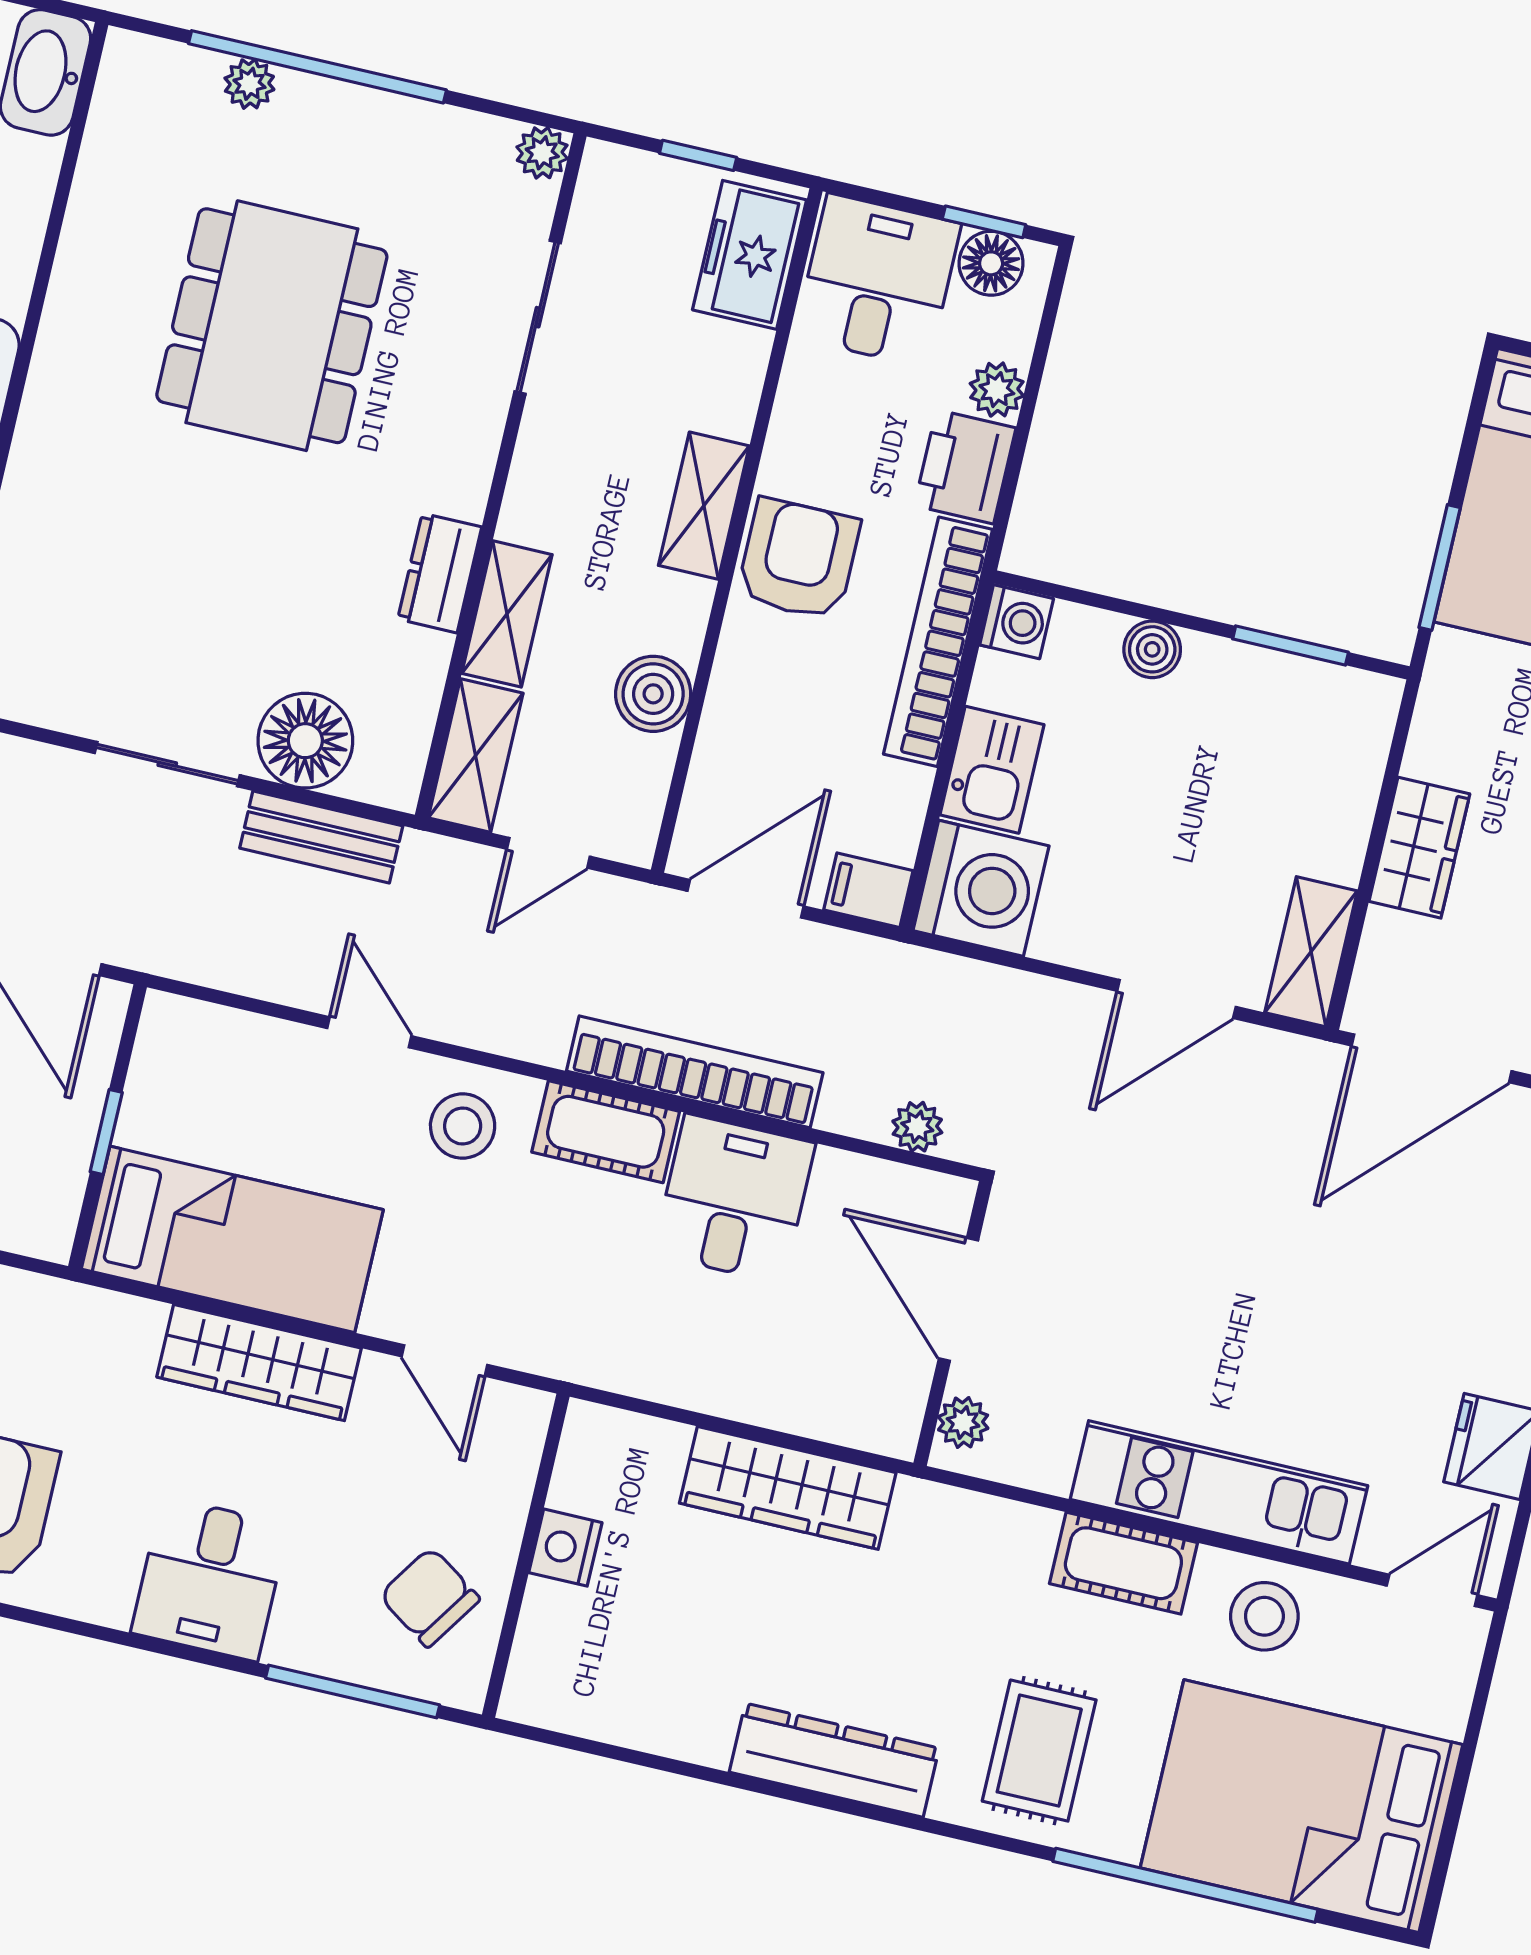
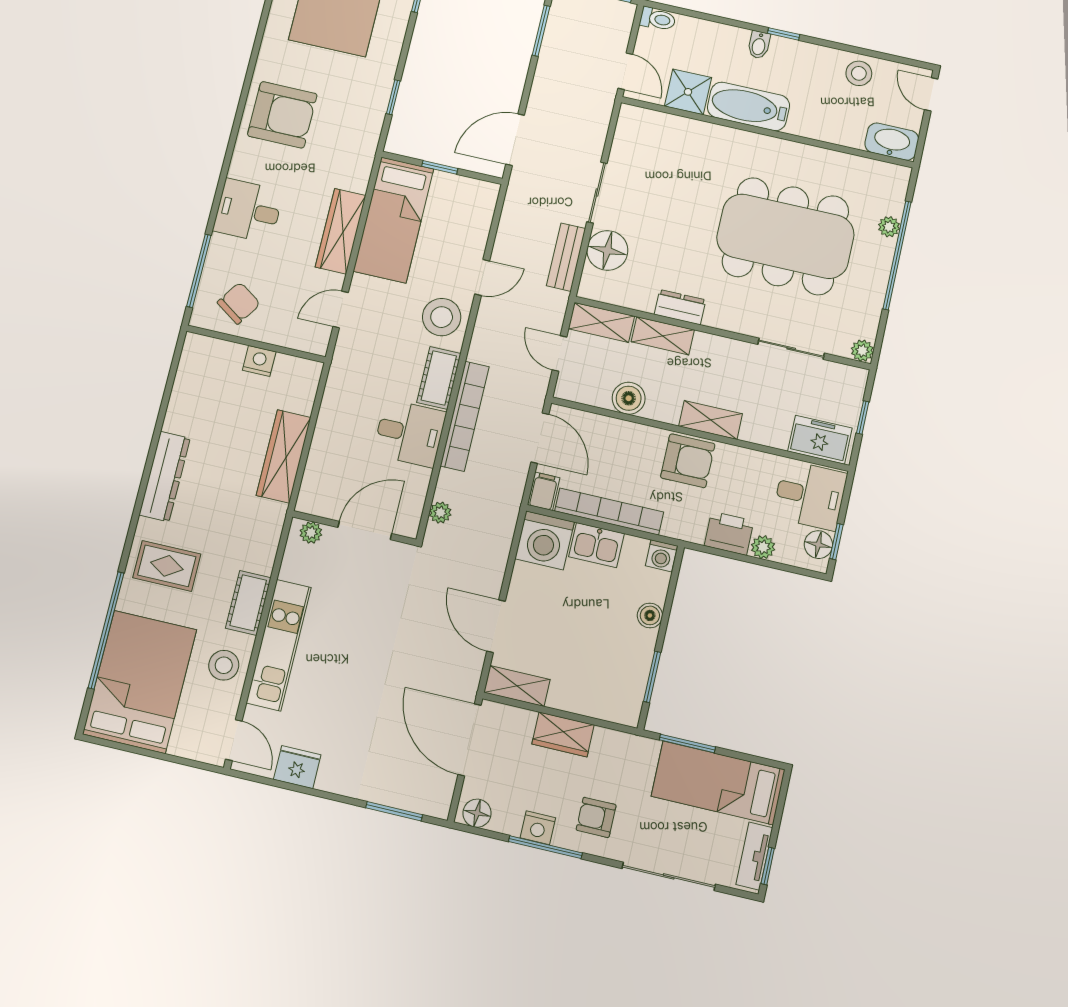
dining table: (272, 326) -> (785, 236), width x1.36, depth x1.24
bookcase: (938, 642) -> (609, 511), moved
stool: (463, 1126) -> (442, 317), width x1.38, depth x1.38

